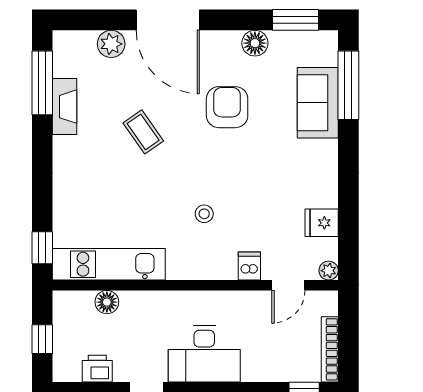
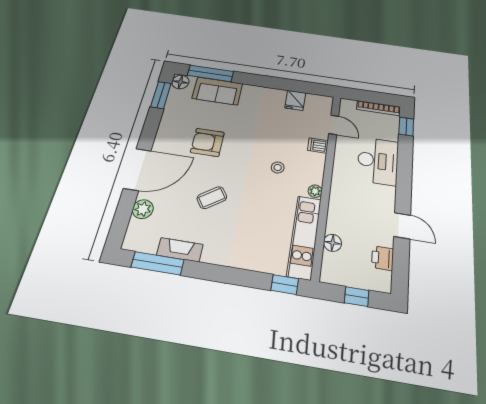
floor lamp: (255, 43) -> (180, 82), moved
plant: (329, 271) -> (315, 191), moved
desk: (204, 354) -> (378, 161), moved

